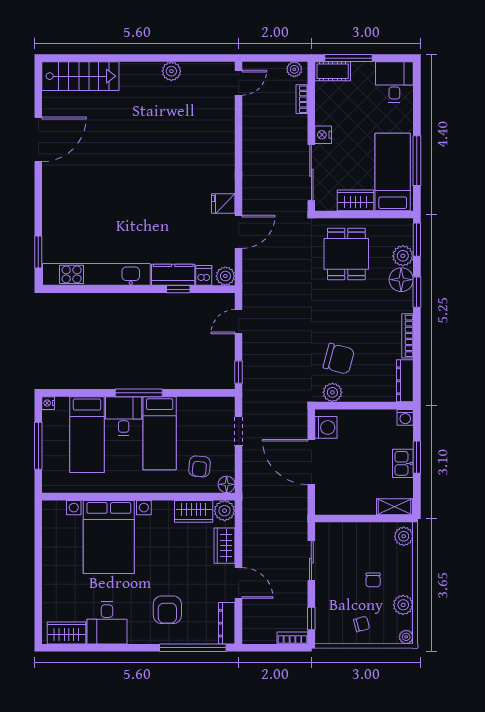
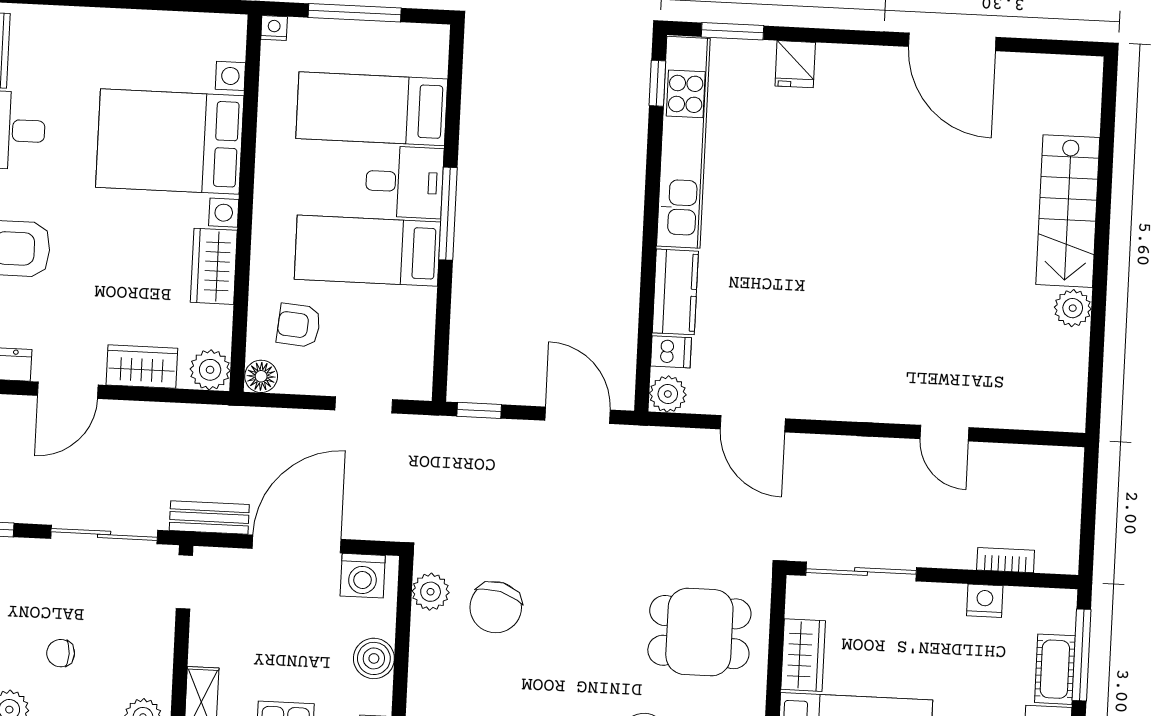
plant: (294, 69) -> (1065, 548), removed
cot: (333, 71) -> (1055, 669), moved
stairs: (80, 76) -> (1068, 211), moved
door: (239, 83) -> (944, 433), moved
nightstand: (323, 135) -> (985, 601), moved
fridge: (223, 203) -> (795, 64), moved, turned 180
window: (178, 289) -> (657, 83), moved
door: (239, 322) -> (578, 415), width x1.38
nightstand: (48, 403) -> (274, 28), moved
boiler: (368, 420) -> (374, 658), added
bench: (300, 507) -> (209, 517), added
wardrobe: (194, 511) -> (214, 266), moved
doorway: (334, 518) -> (184, 582), added
sliding door: (311, 561) -> (104, 534), width x1.37

